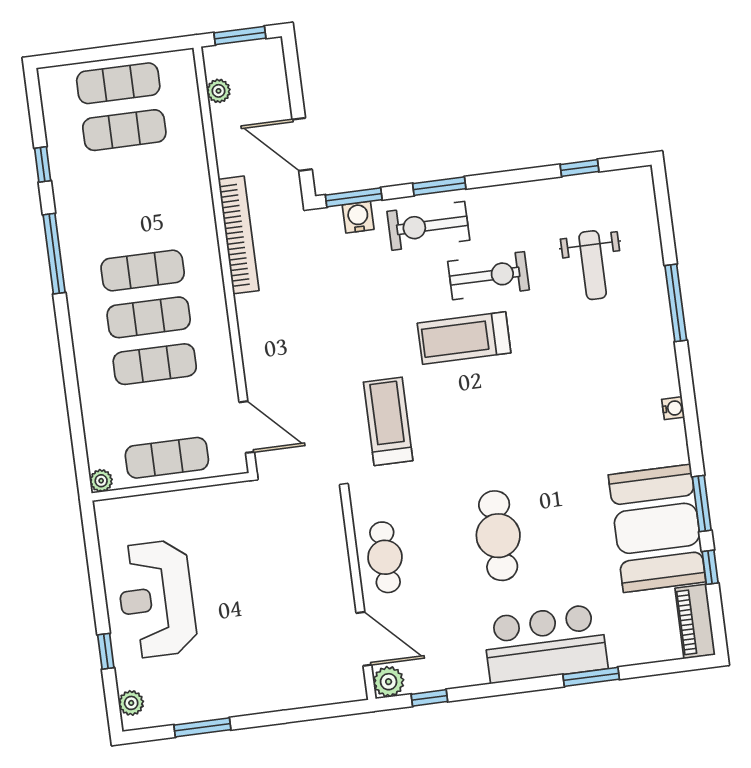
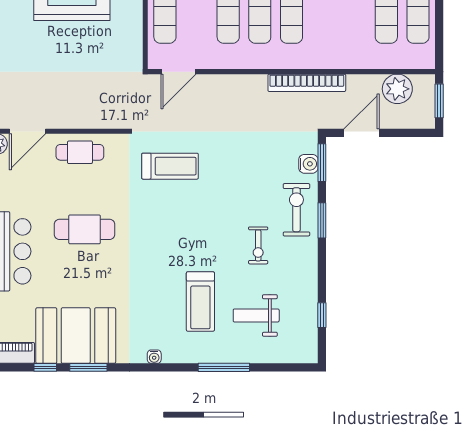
plant: (219, 91) -> (397, 89), width x1.87, depth x1.87
exercise bike: (489, 276) -> (258, 245), width x0.73, depth x0.72
treadmill: (464, 338) -> (200, 301), moved, turned 180

